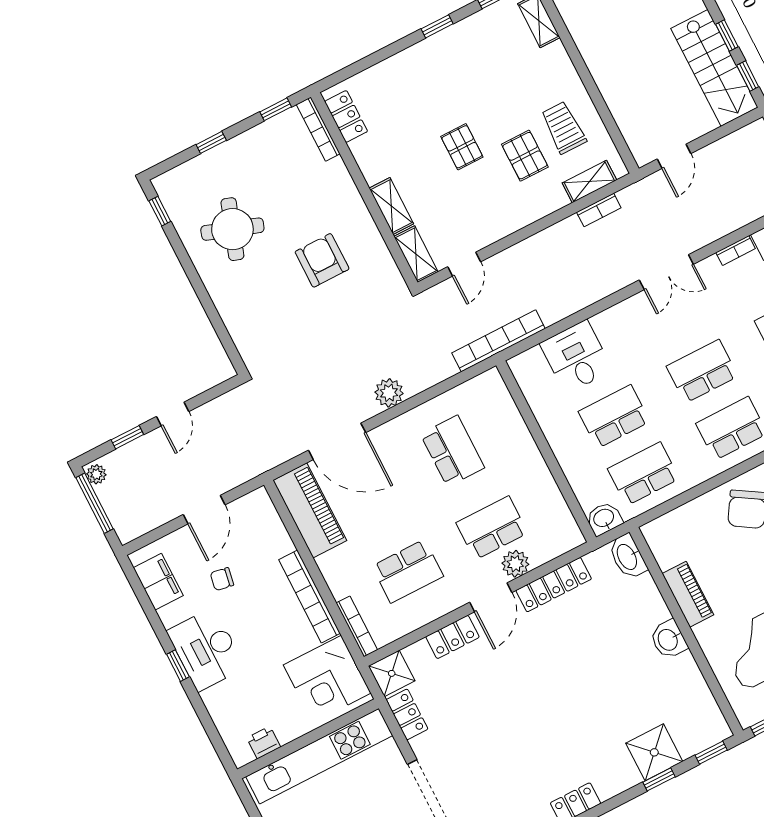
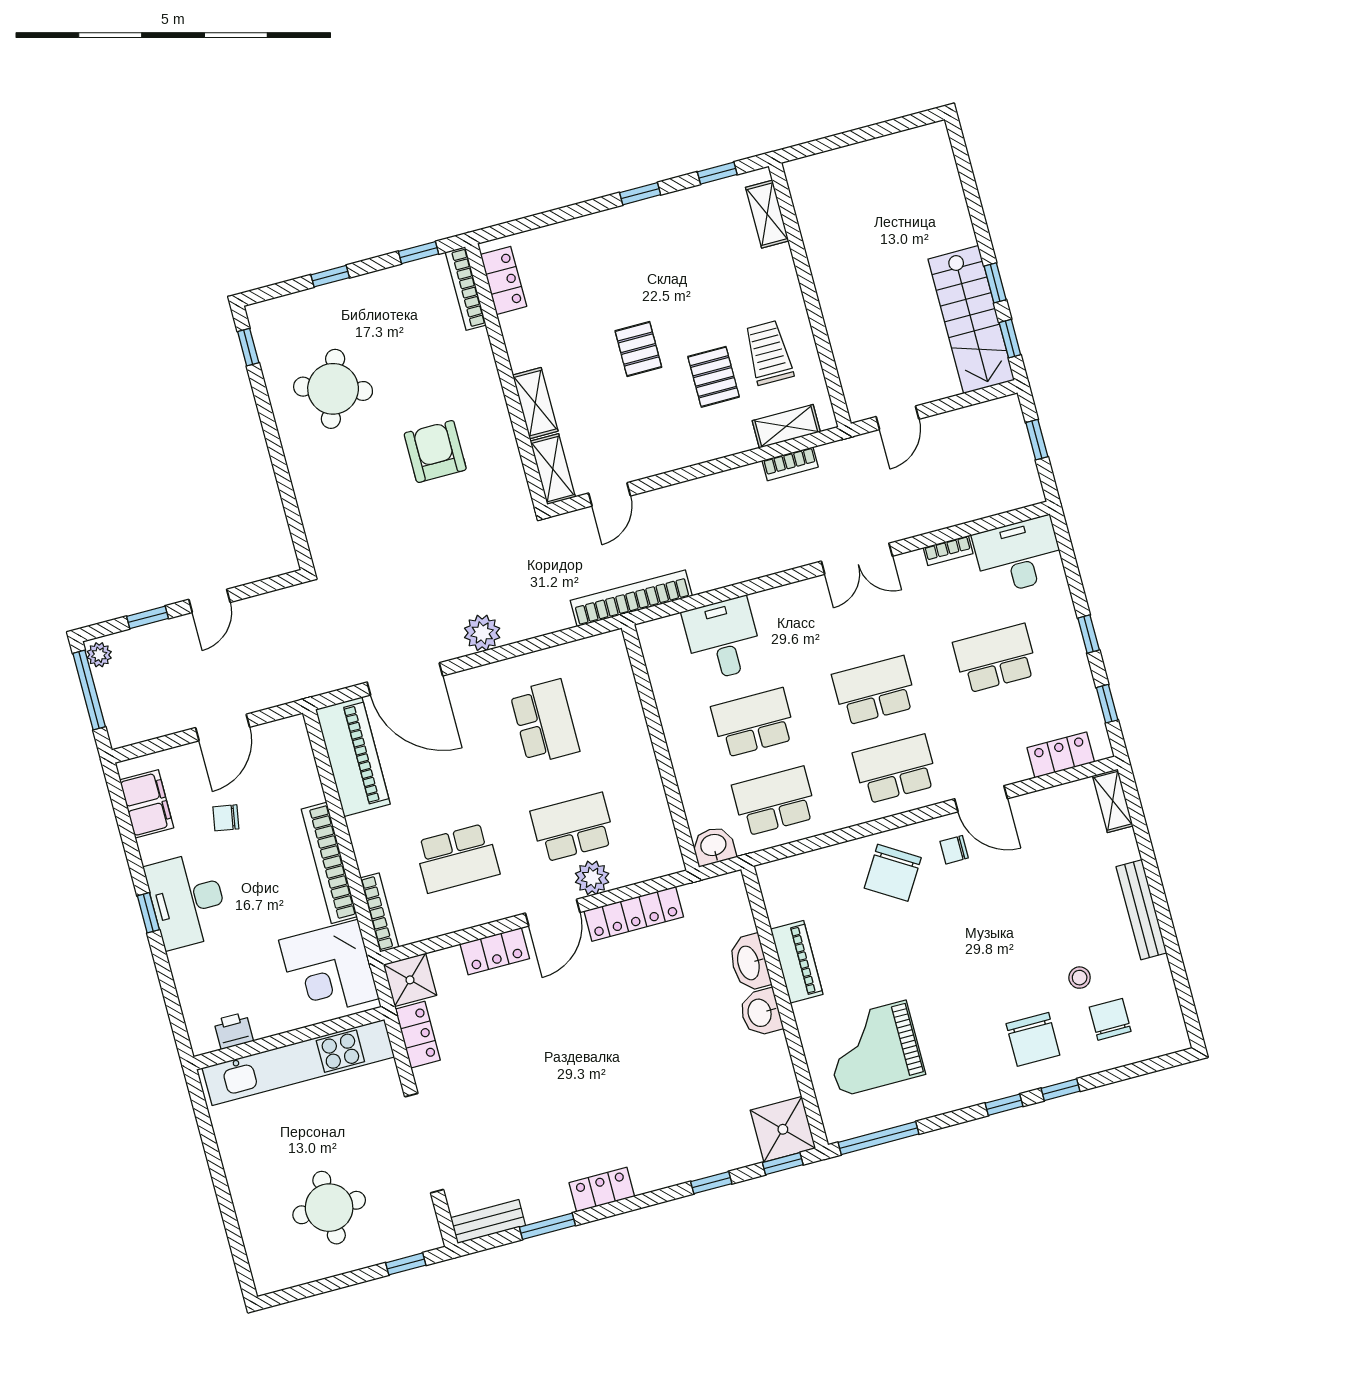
washbasin: (628, 557) -> (749, 963), moved
shower: (654, 752) -> (783, 1129), moved

